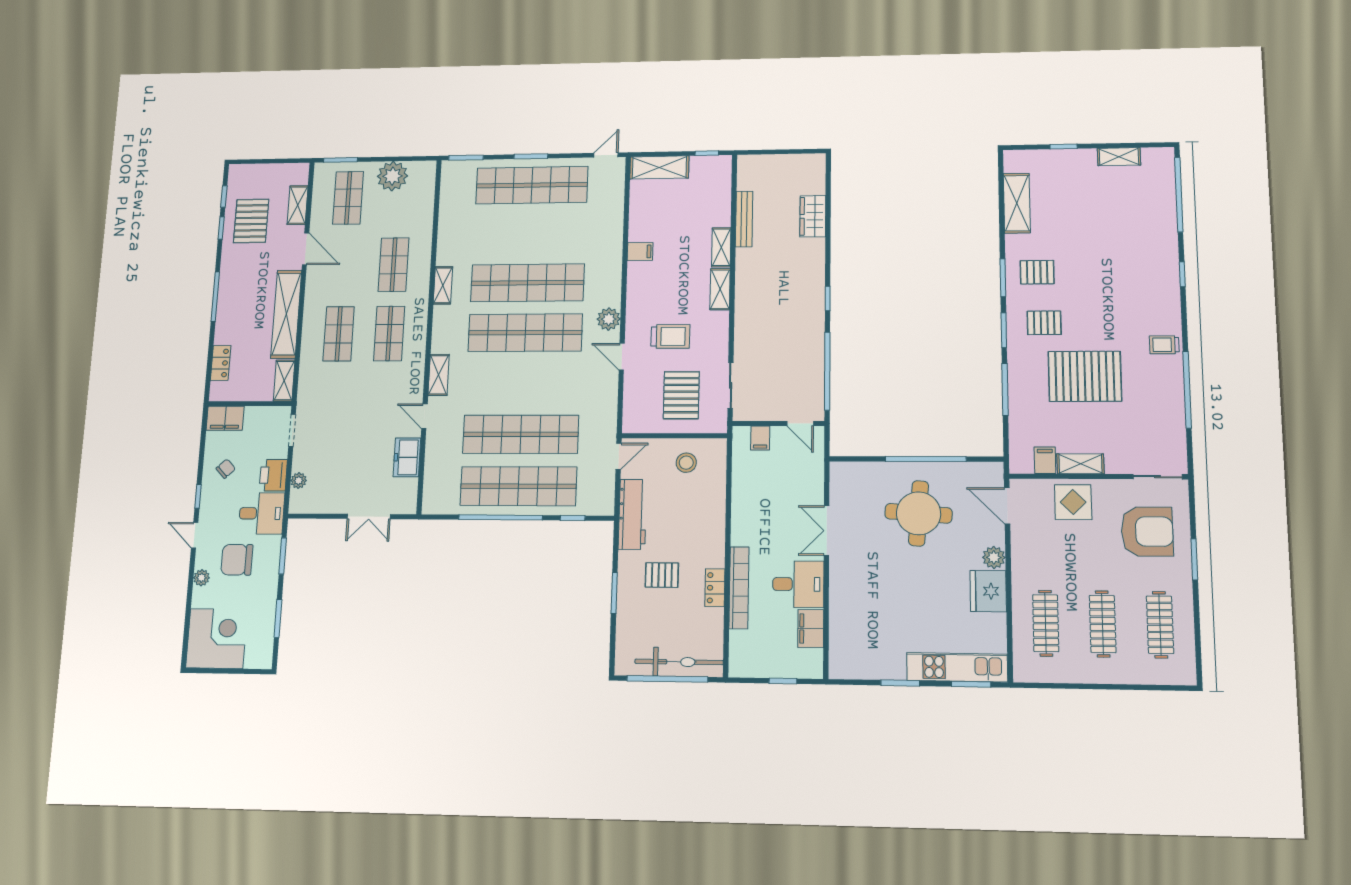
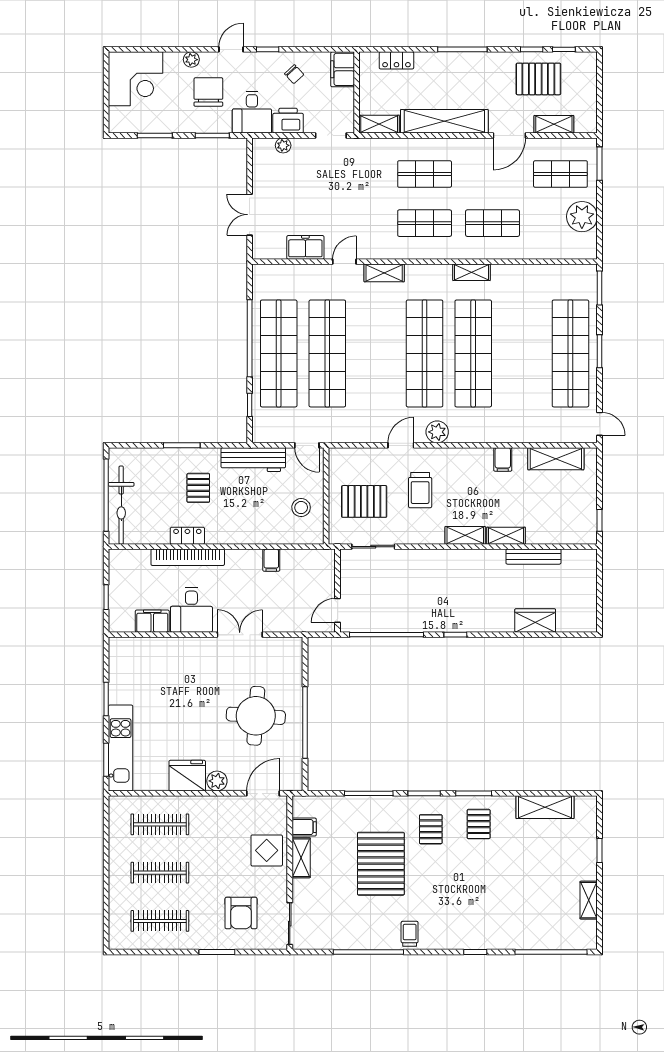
shelving: (659, 167) -> (556, 459), moved, turned 90
filing cabinet: (760, 438) -> (271, 560), moved, turned -90
armchair: (1147, 531) -> (241, 913), width x0.73, depth x0.73

